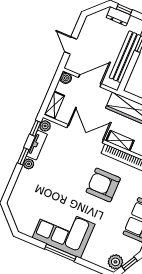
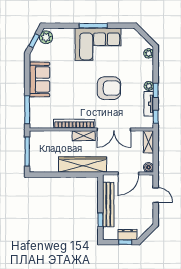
plant: (45, 126) -> (149, 53), moved
armchair: (103, 185) -> (109, 88), moved

